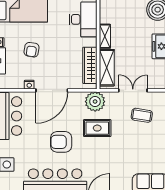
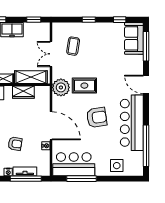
wardrobe: (90, 65) -> (23, 92), width x0.67
rug: (97, 128) -> (84, 86), turned 90
armchair: (61, 142) -> (97, 117), turned -99

